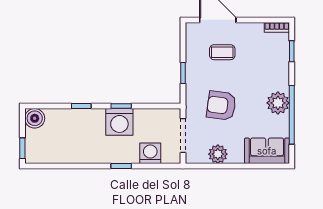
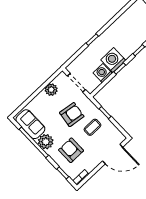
coffee table: (222, 52) -> (92, 127), moved
armchair: (259, 67) -> (71, 150), added
sofa: (267, 151) -> (30, 124), moved, turned -90
washing machine: (150, 153) -> (103, 73), moved, turned 180

